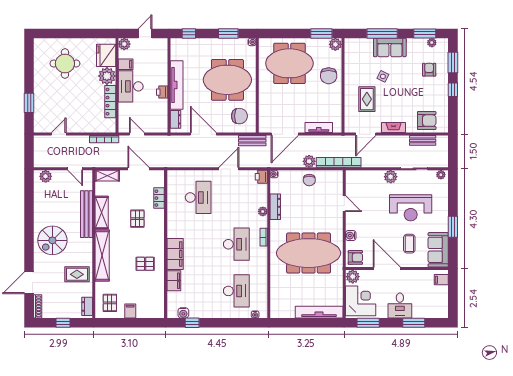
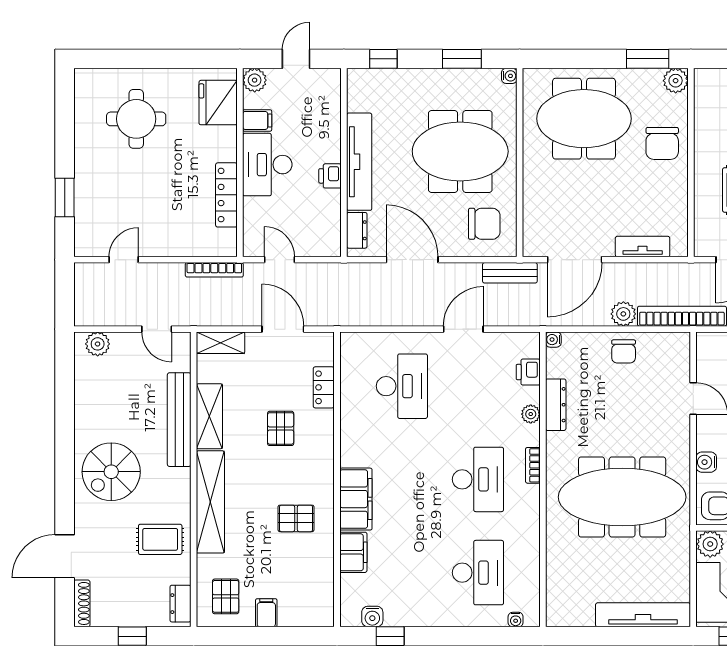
plant: (107, 76) -> (220, 144), removed
printer: (261, 177) -> (528, 372), moved

